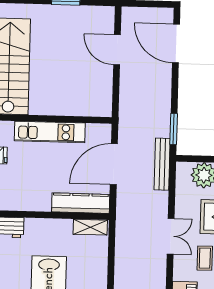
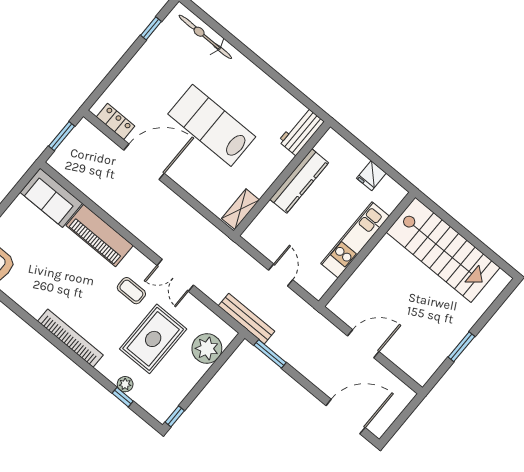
door: (117, 50) -> (363, 344), moved
door: (114, 164) -> (281, 275), width x0.53
kitchen counter: (81, 203) -> (299, 181), moved

